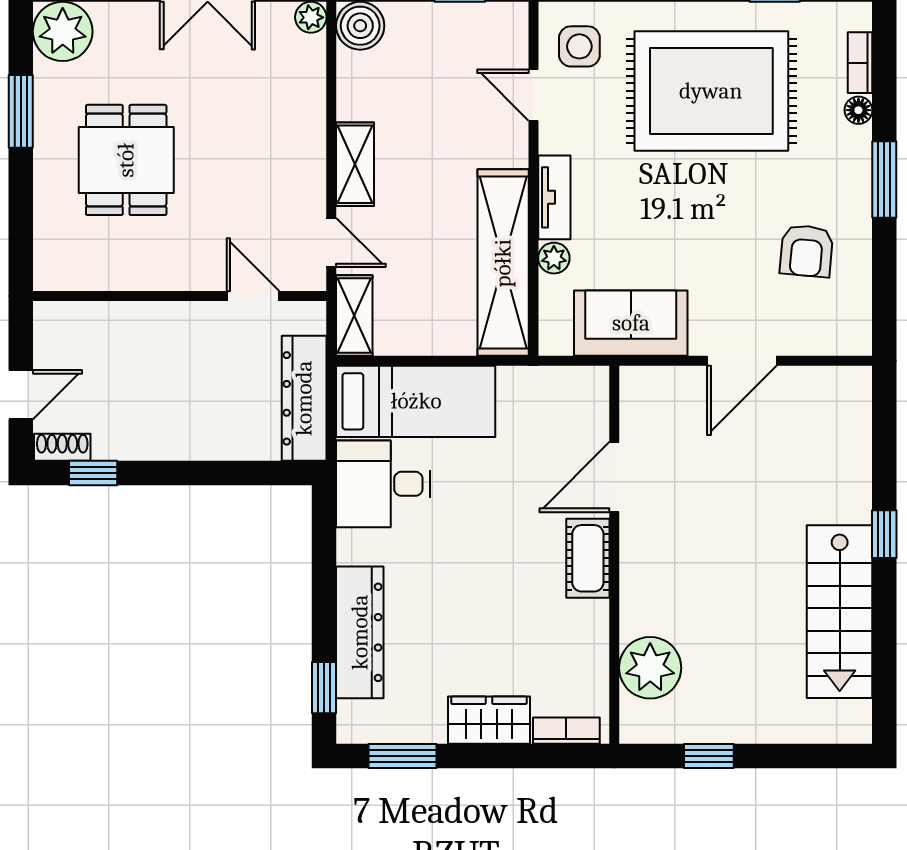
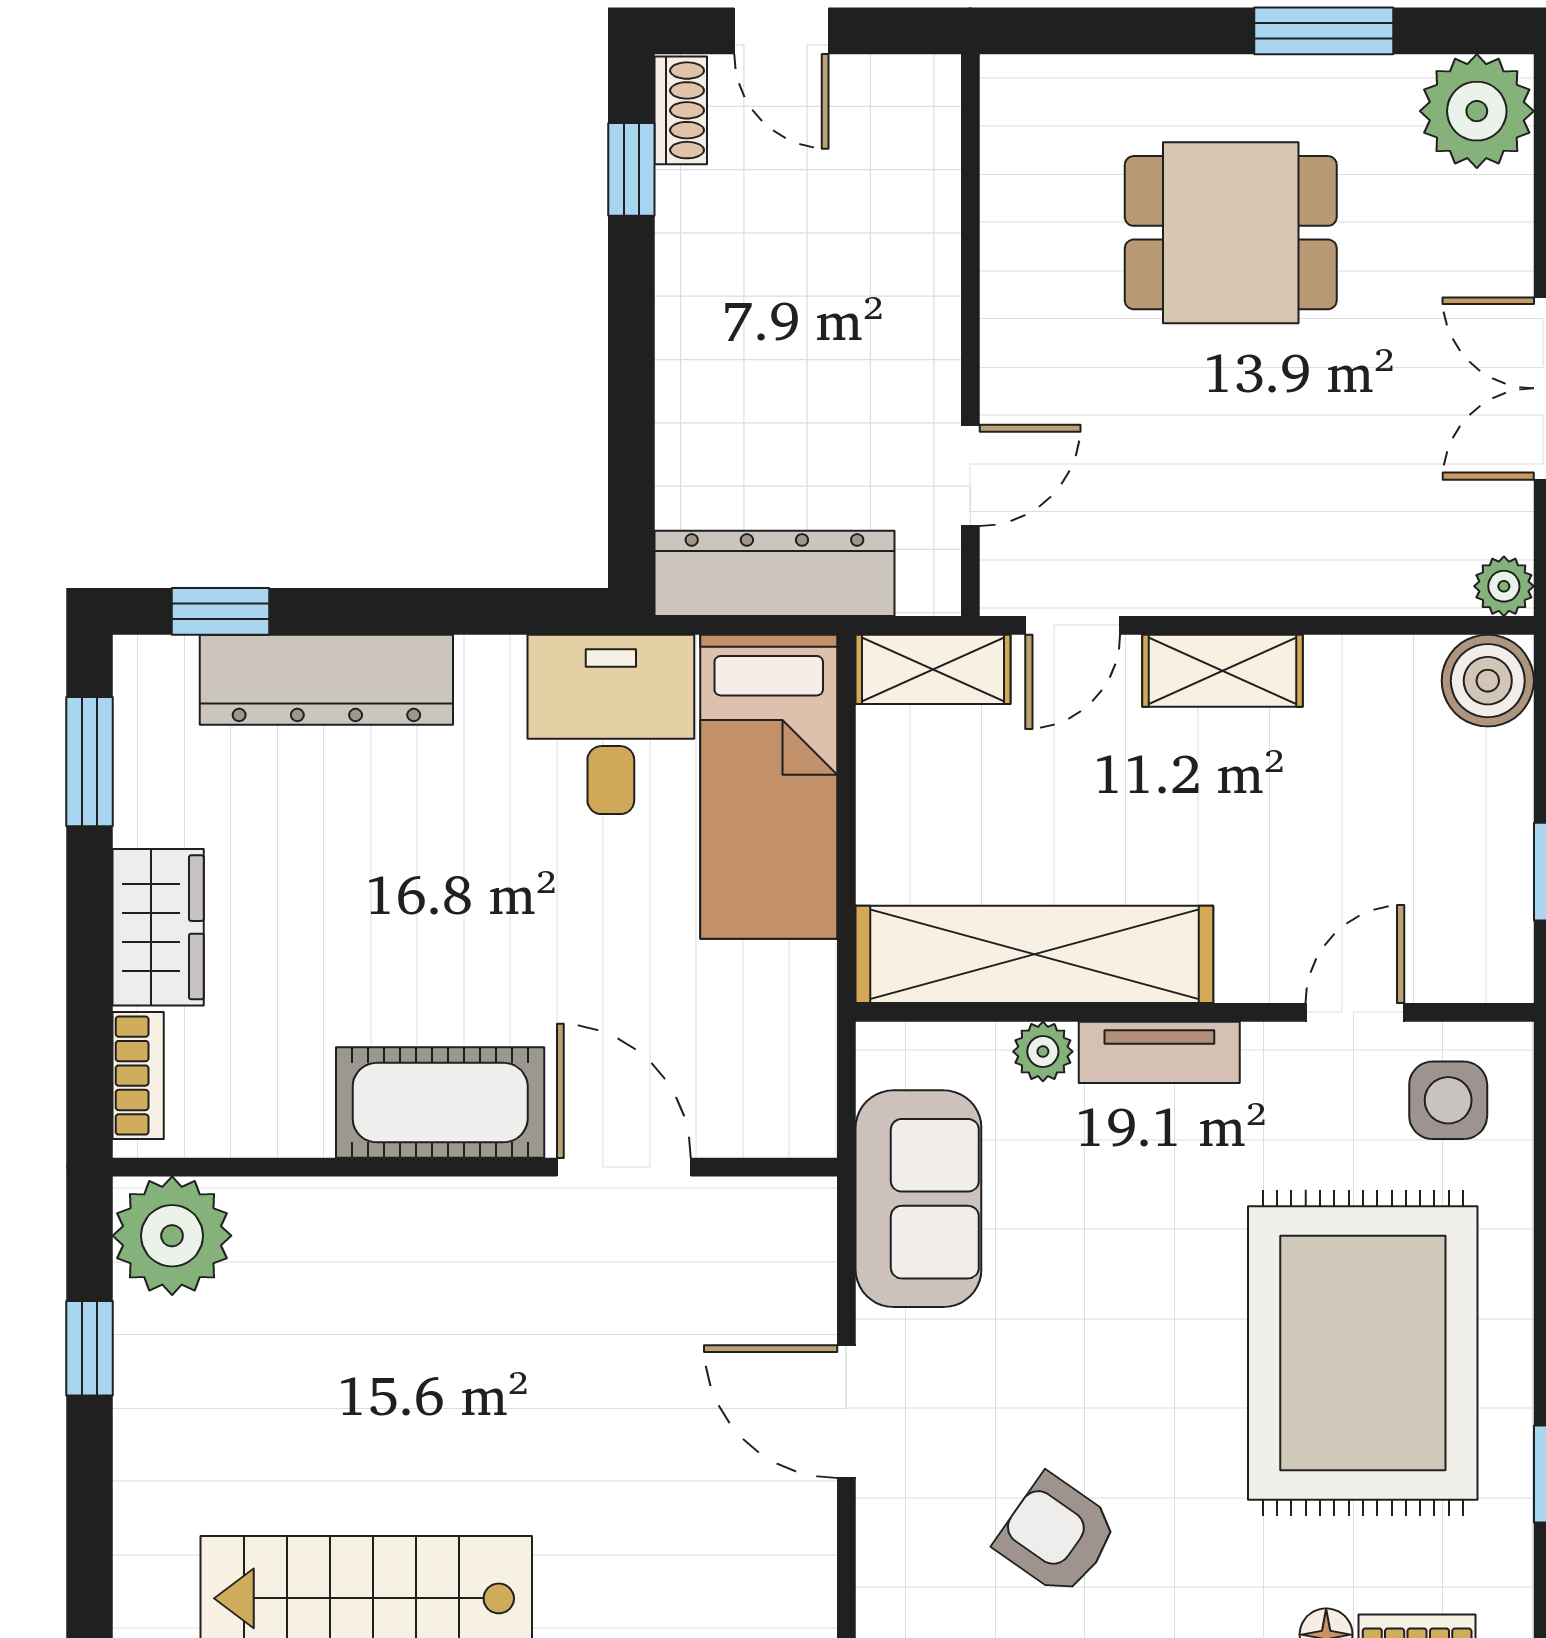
armchair: (807, 251) -> (1057, 1535), turned 30
cot: (588, 558) -> (440, 1103), width x1.37, depth x1.34
plant: (650, 668) -> (172, 1236), moved

